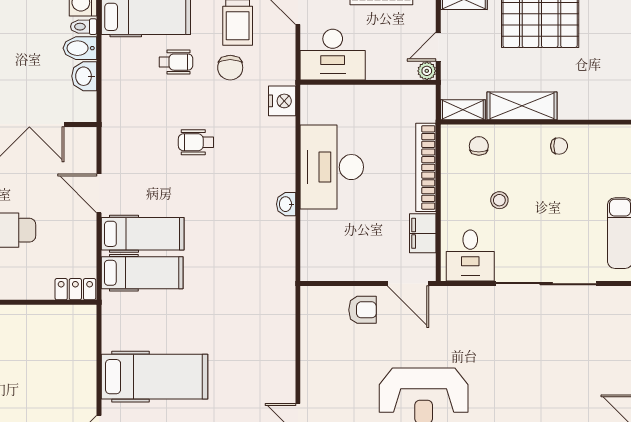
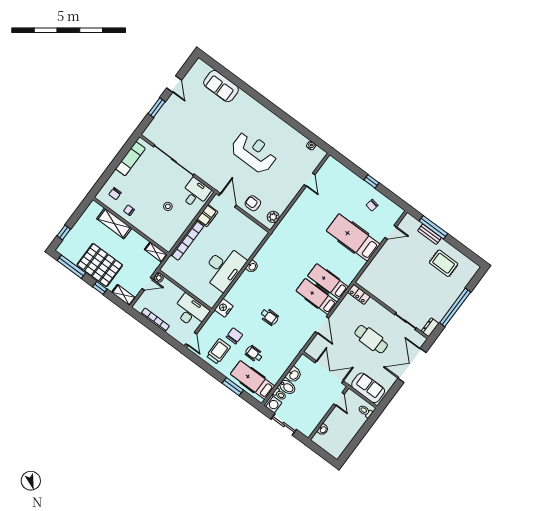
shelving: (522, 106) -> (114, 224), moved
chair: (479, 146) -> (115, 194), moved
plant: (312, 312) -> (273, 217), added

